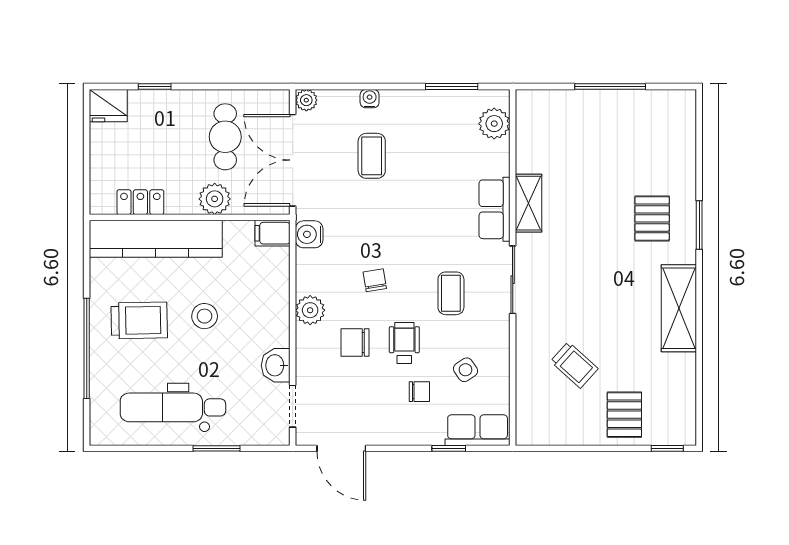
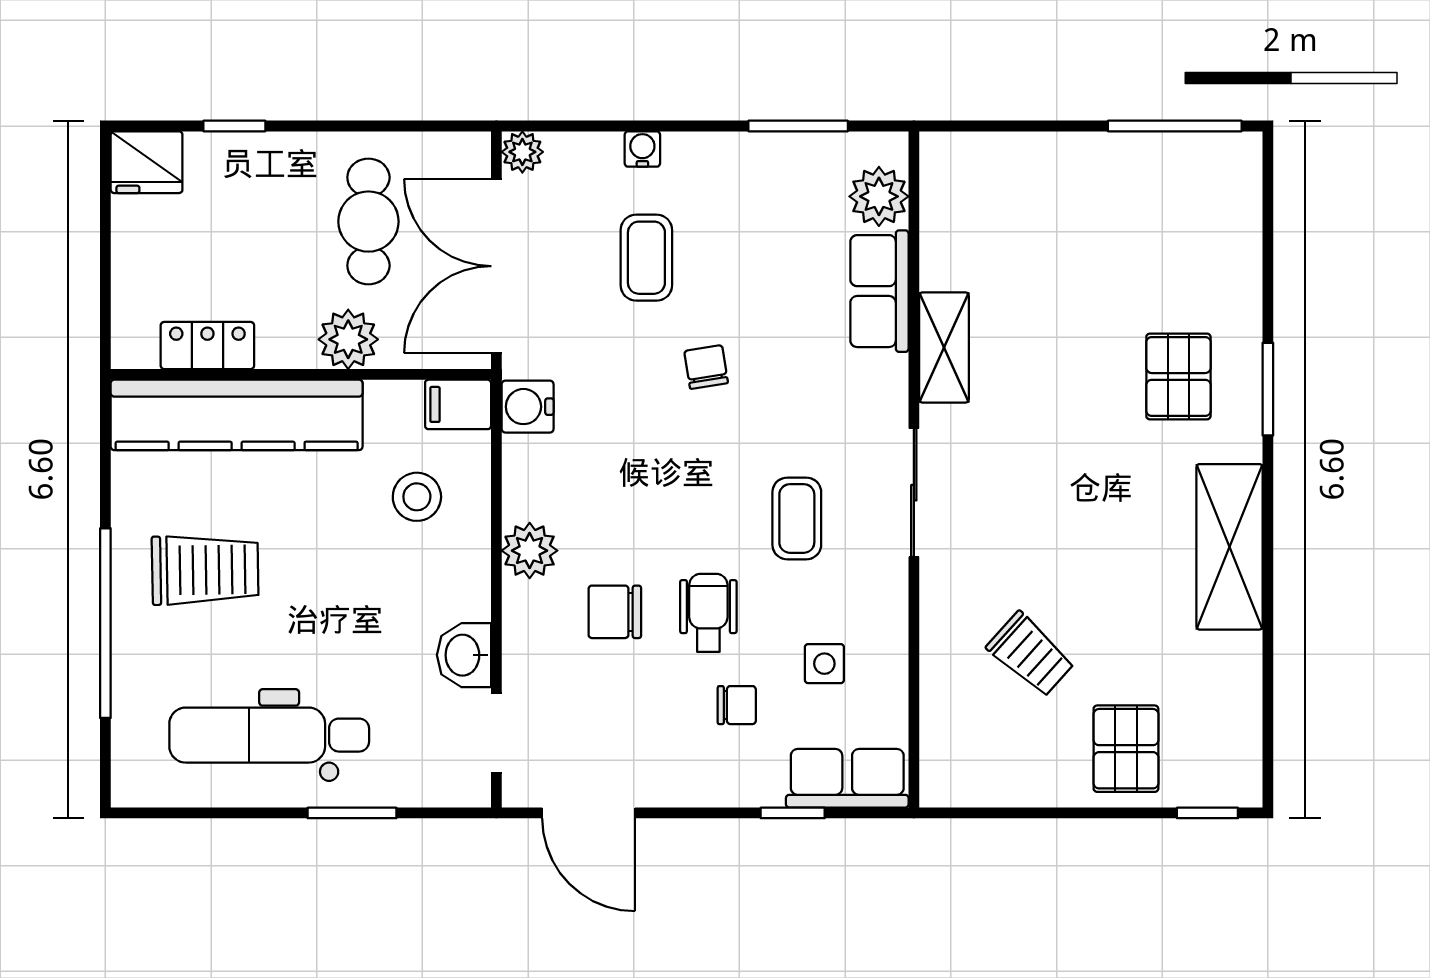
window: (610, 86) -> (1175, 126), moved
row of seats: (495, 209) -> (879, 291), moved
chair: (375, 280) -> (706, 367), moved
stool: (205, 316) -> (417, 497), moved
side table: (465, 370) -> (824, 664), turned 34

